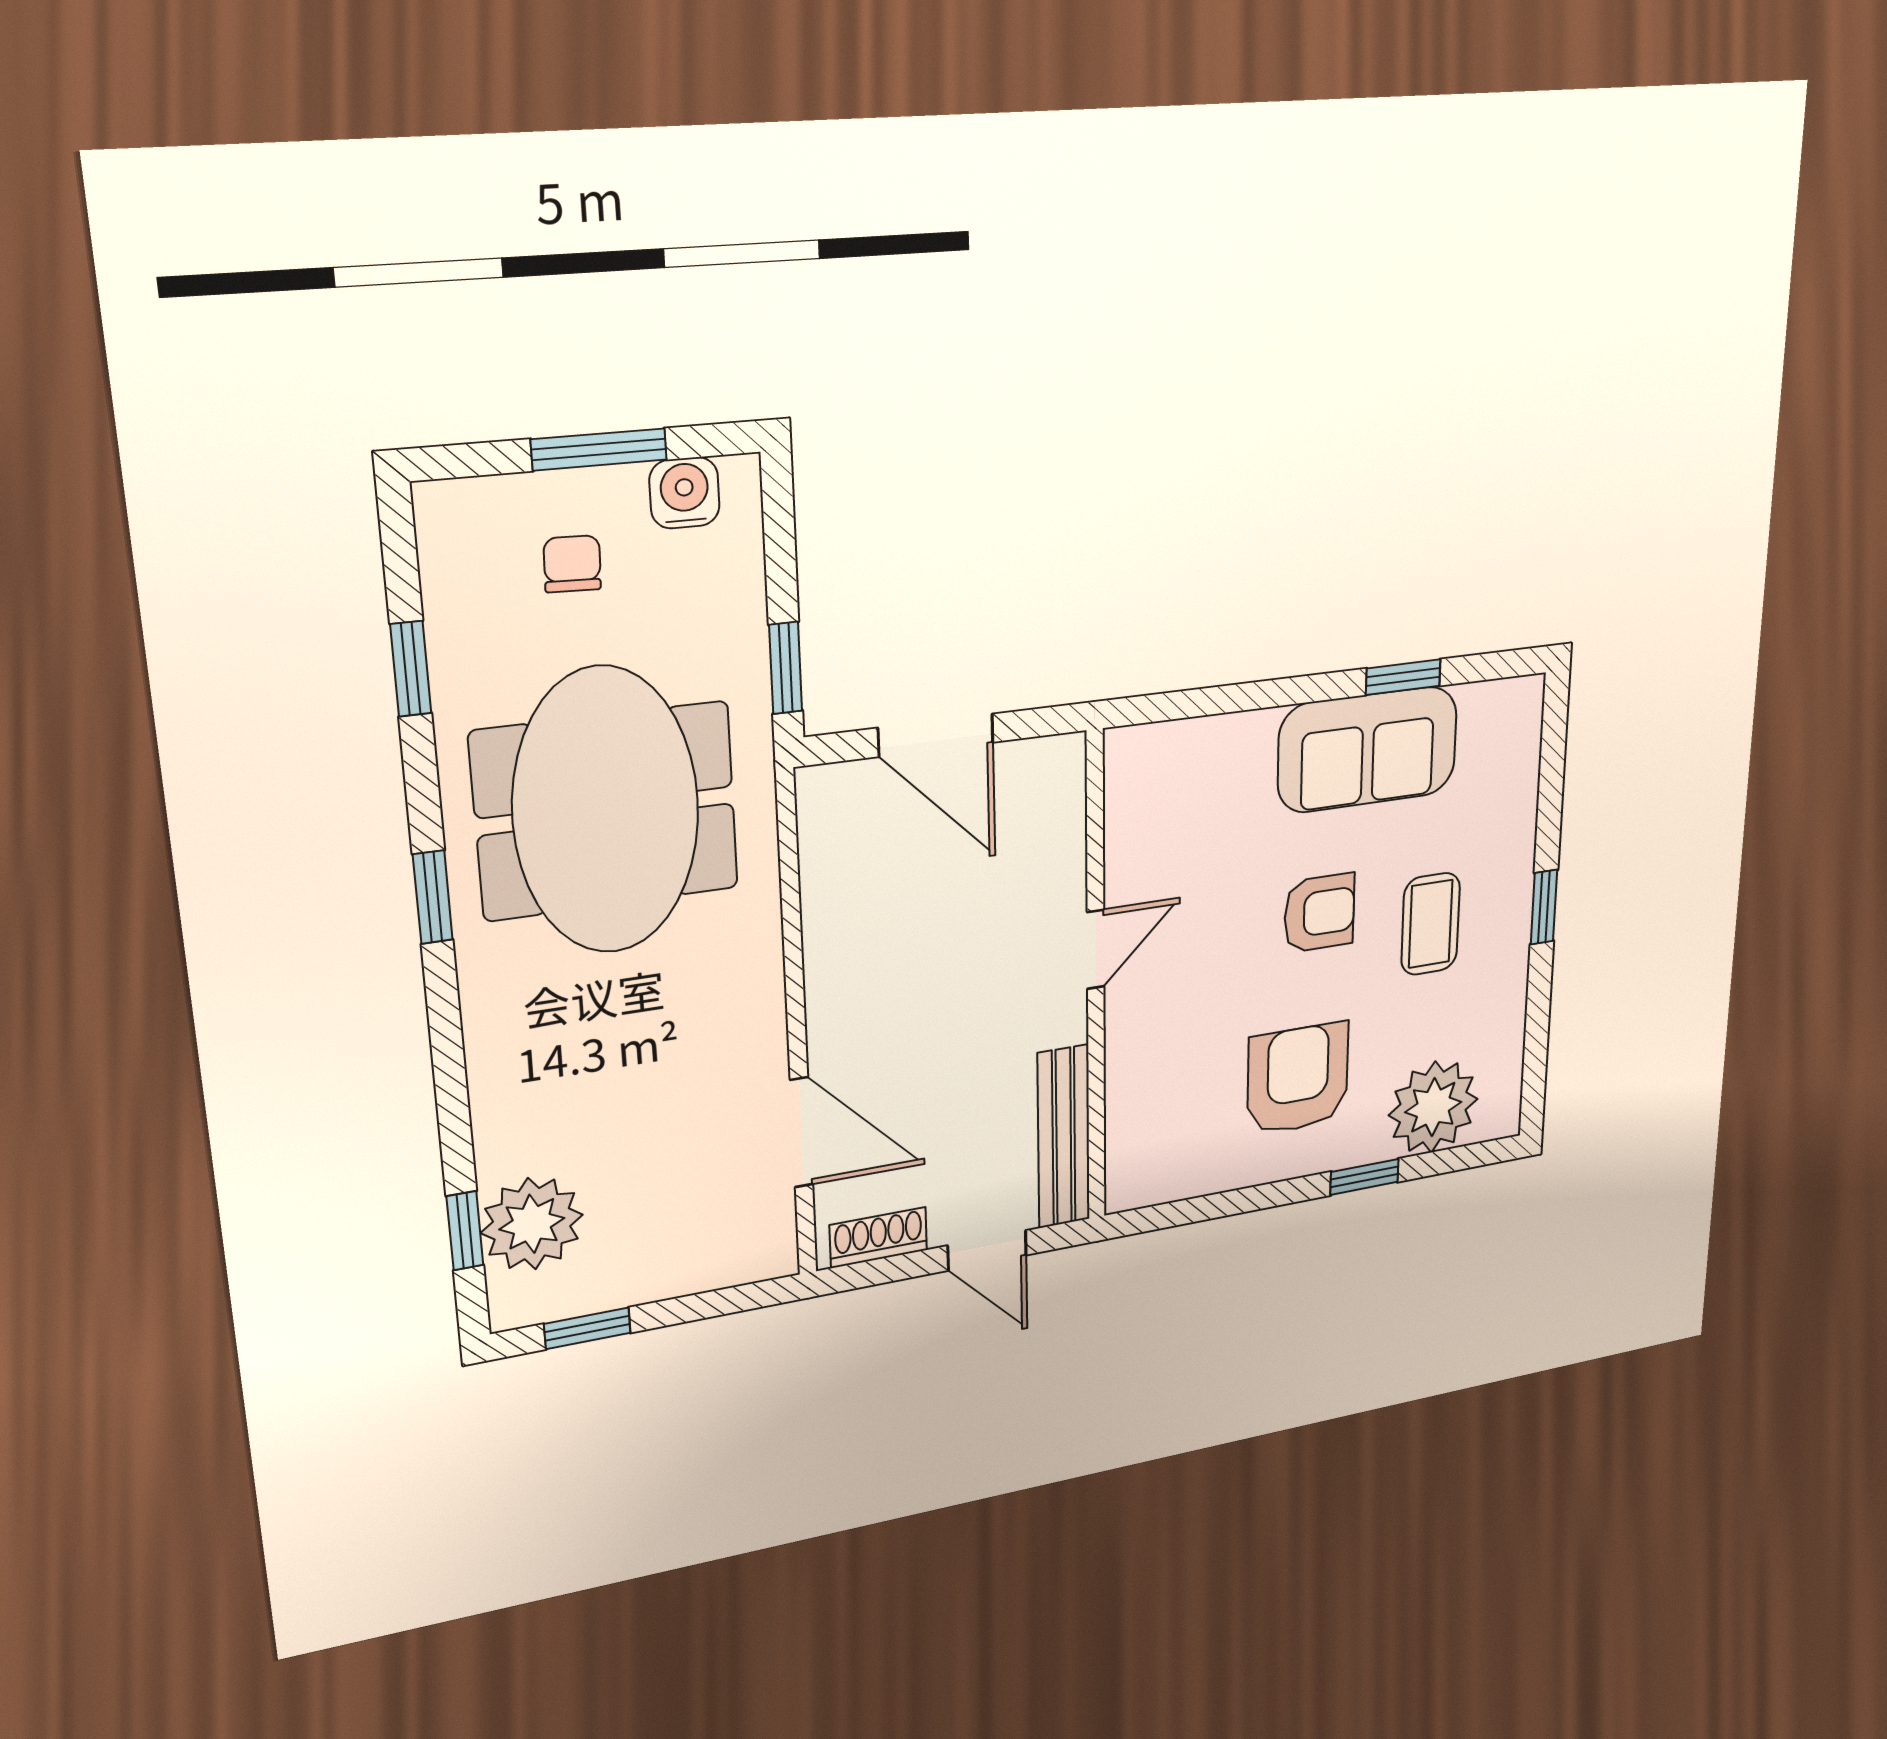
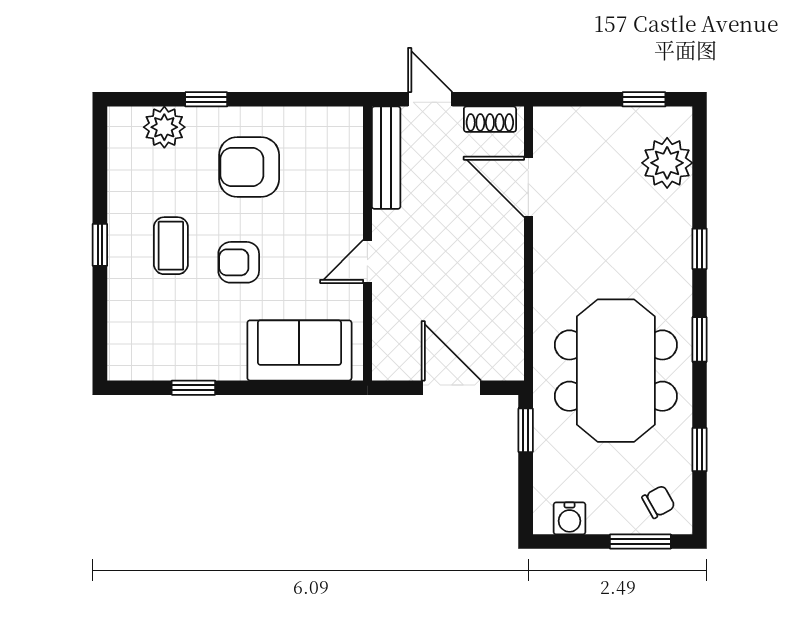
window: (599, 449) -> (640, 541), moved
chair: (572, 564) -> (659, 502), moved, turned -121
sofa: (1368, 750) -> (299, 350), moved
armchair: (1298, 1079) -> (249, 167), turned 90
plant: (1433, 1107) -> (164, 127), width x0.73, depth x0.73
window: (465, 1231) -> (699, 249), moved

